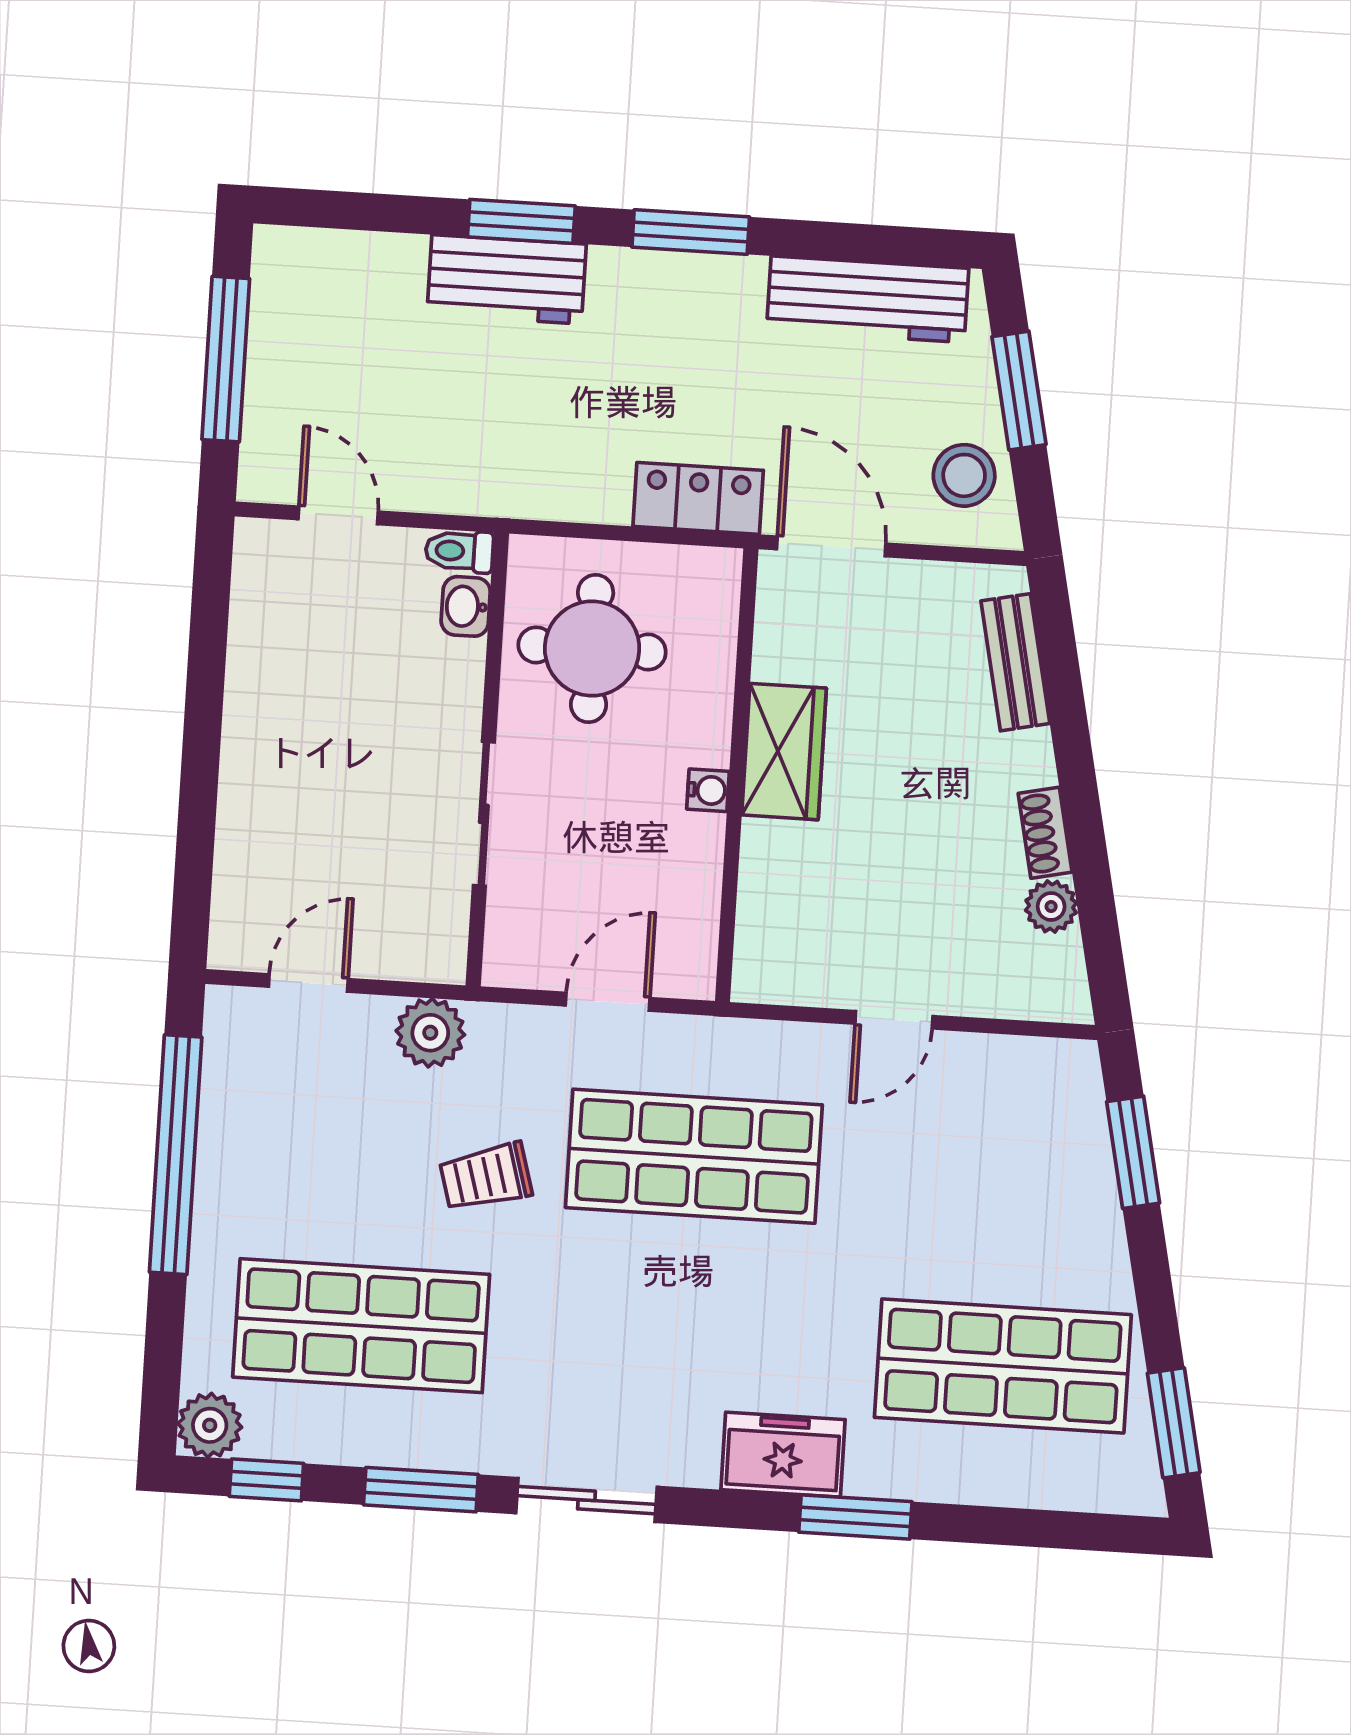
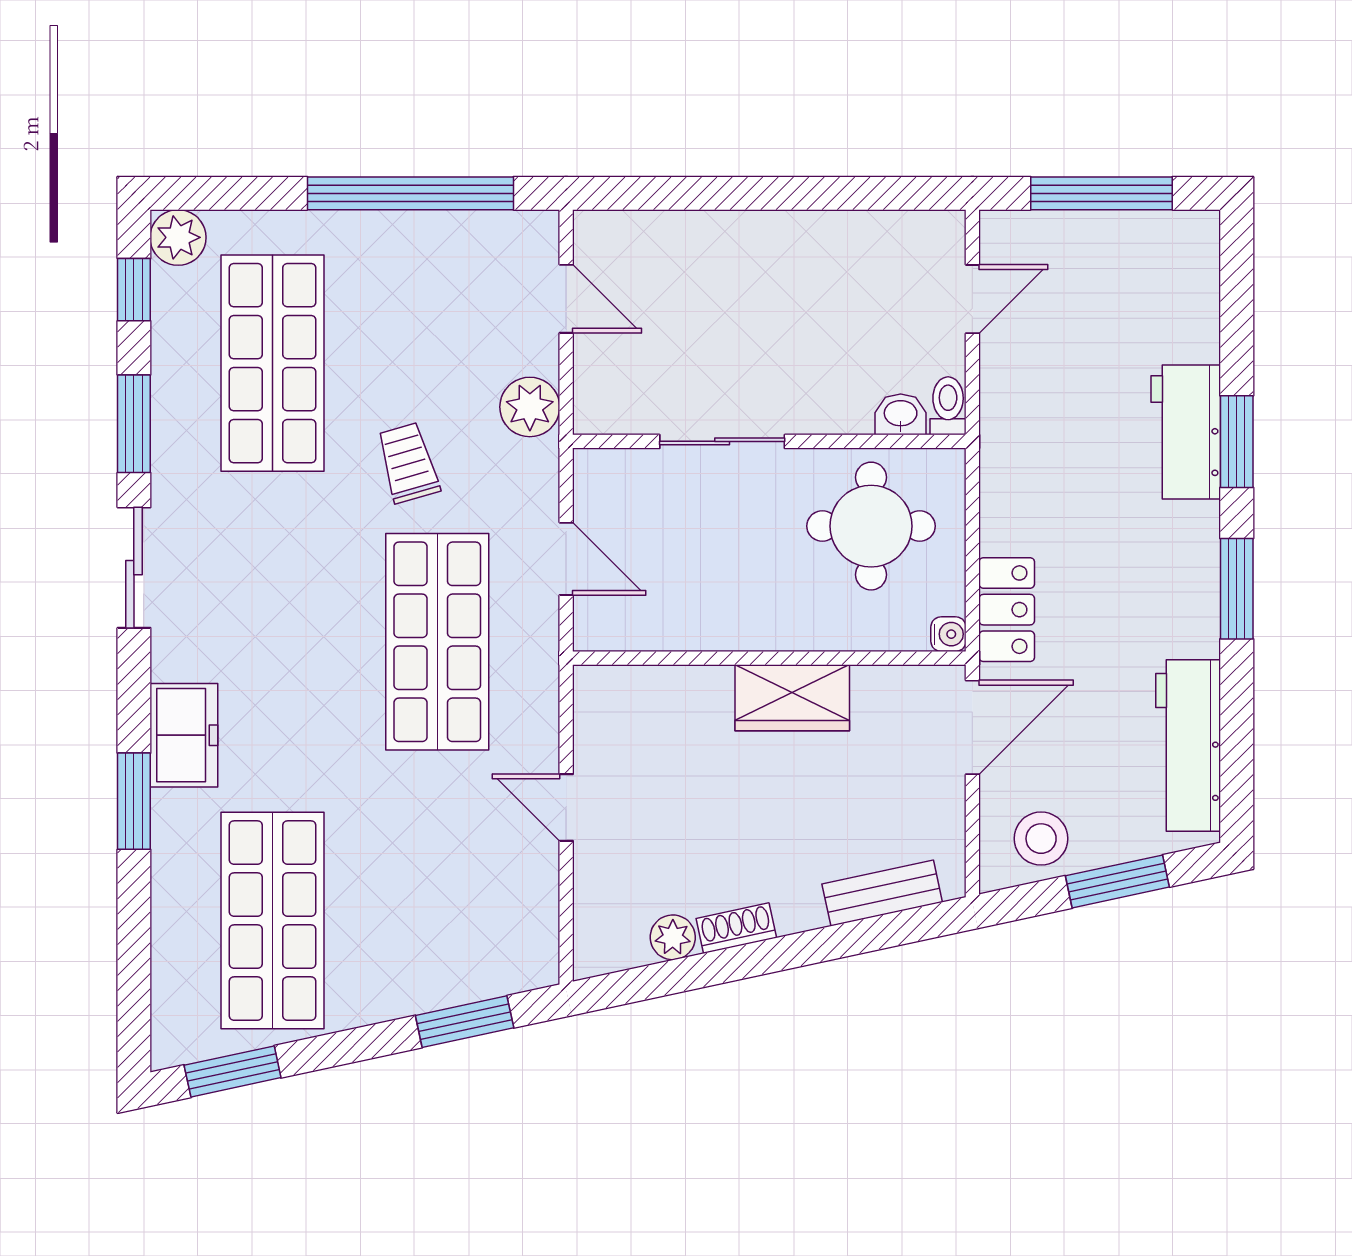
water cooler: (708, 790) -> (948, 634), moved, turned -90

